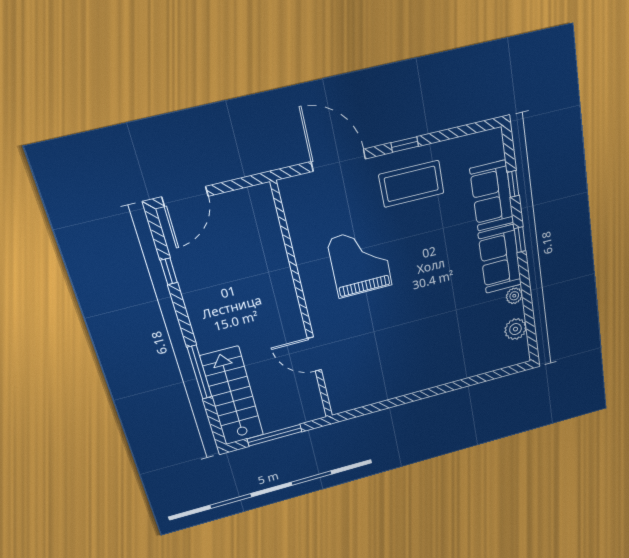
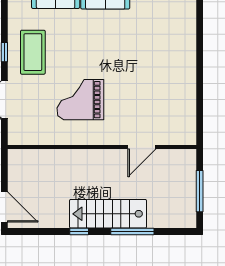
window: (169, 271) -> (79, 232), moved
stairs: (232, 396) -> (108, 214), moved

